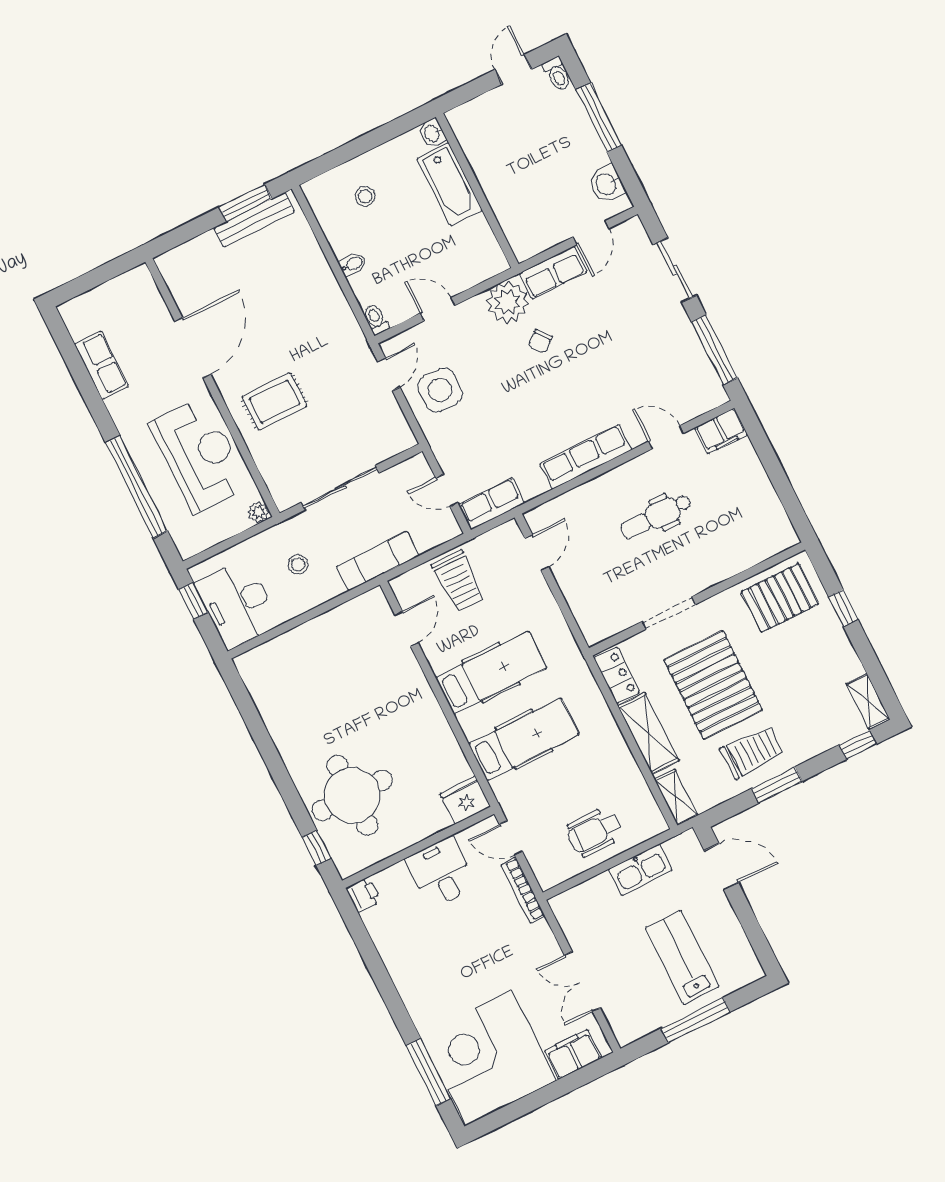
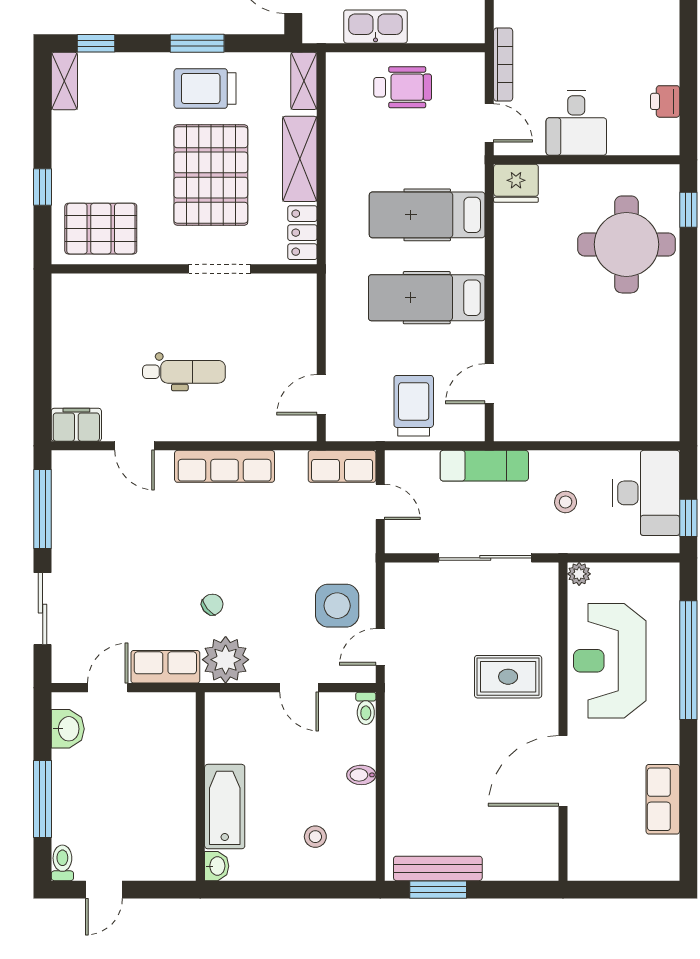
printer: (363, 895) -> (665, 101), moved

